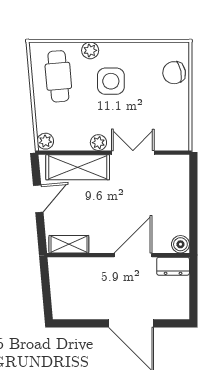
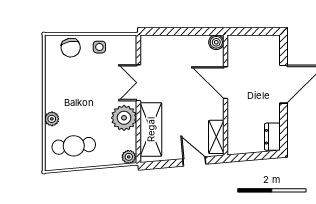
side table: (111, 81) -> (99, 47), moved, width x0.54, depth x0.54
plant: (98, 143) -> (124, 118), width x1.87, depth x1.87
door: (38, 199) -> (194, 162), moved
dresser: (173, 266) -> (272, 137), moved, turned 180

